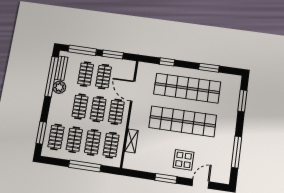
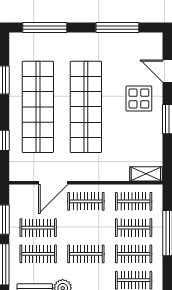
window: (242, 101) -> (45, 28), width x1.44
clothes rail: (98, 109) -> (86, 228), removed
shelving: (131, 141) -> (146, 174), moved

